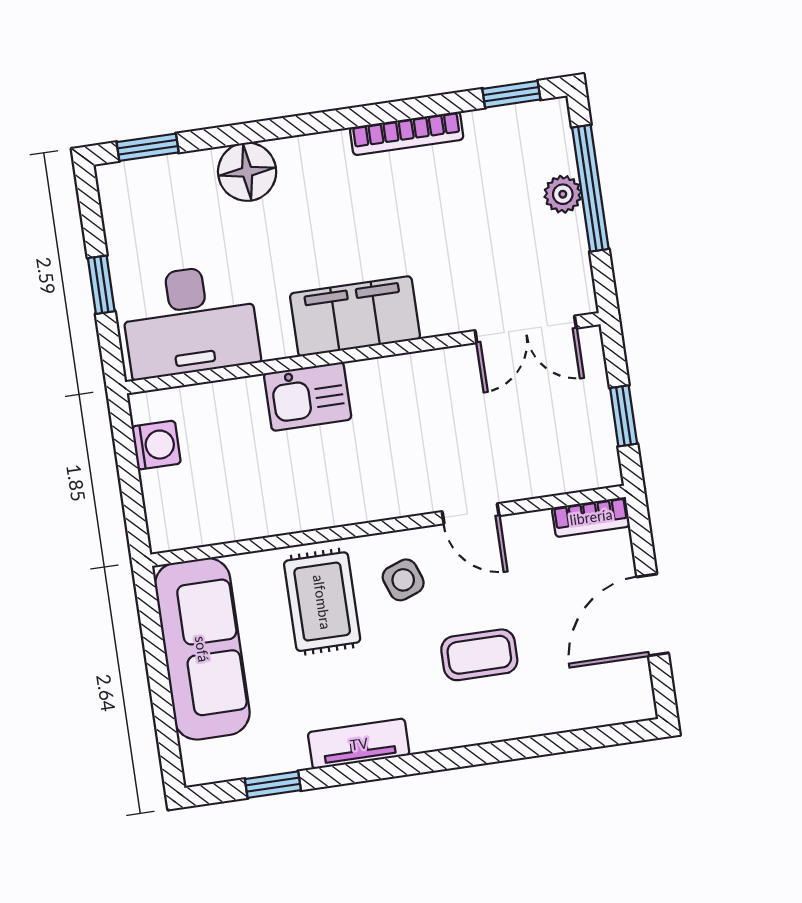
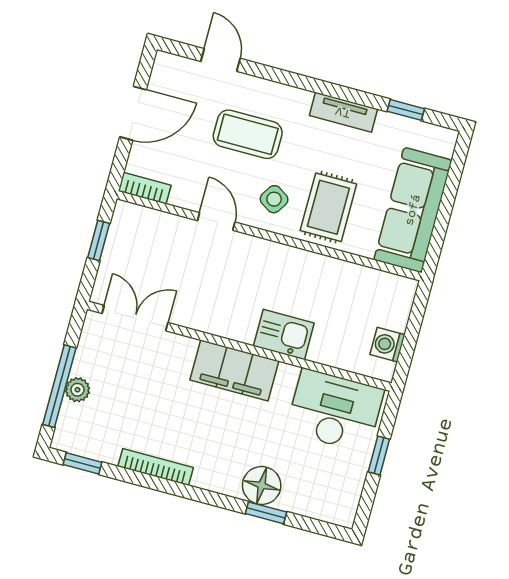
window: (148, 147) -> (266, 513), moved
side table: (403, 580) -> (274, 199), turned -37
coffee table: (479, 655) -> (248, 134), width x1.36, depth x1.30
door: (562, 742) -> (220, 60), added

